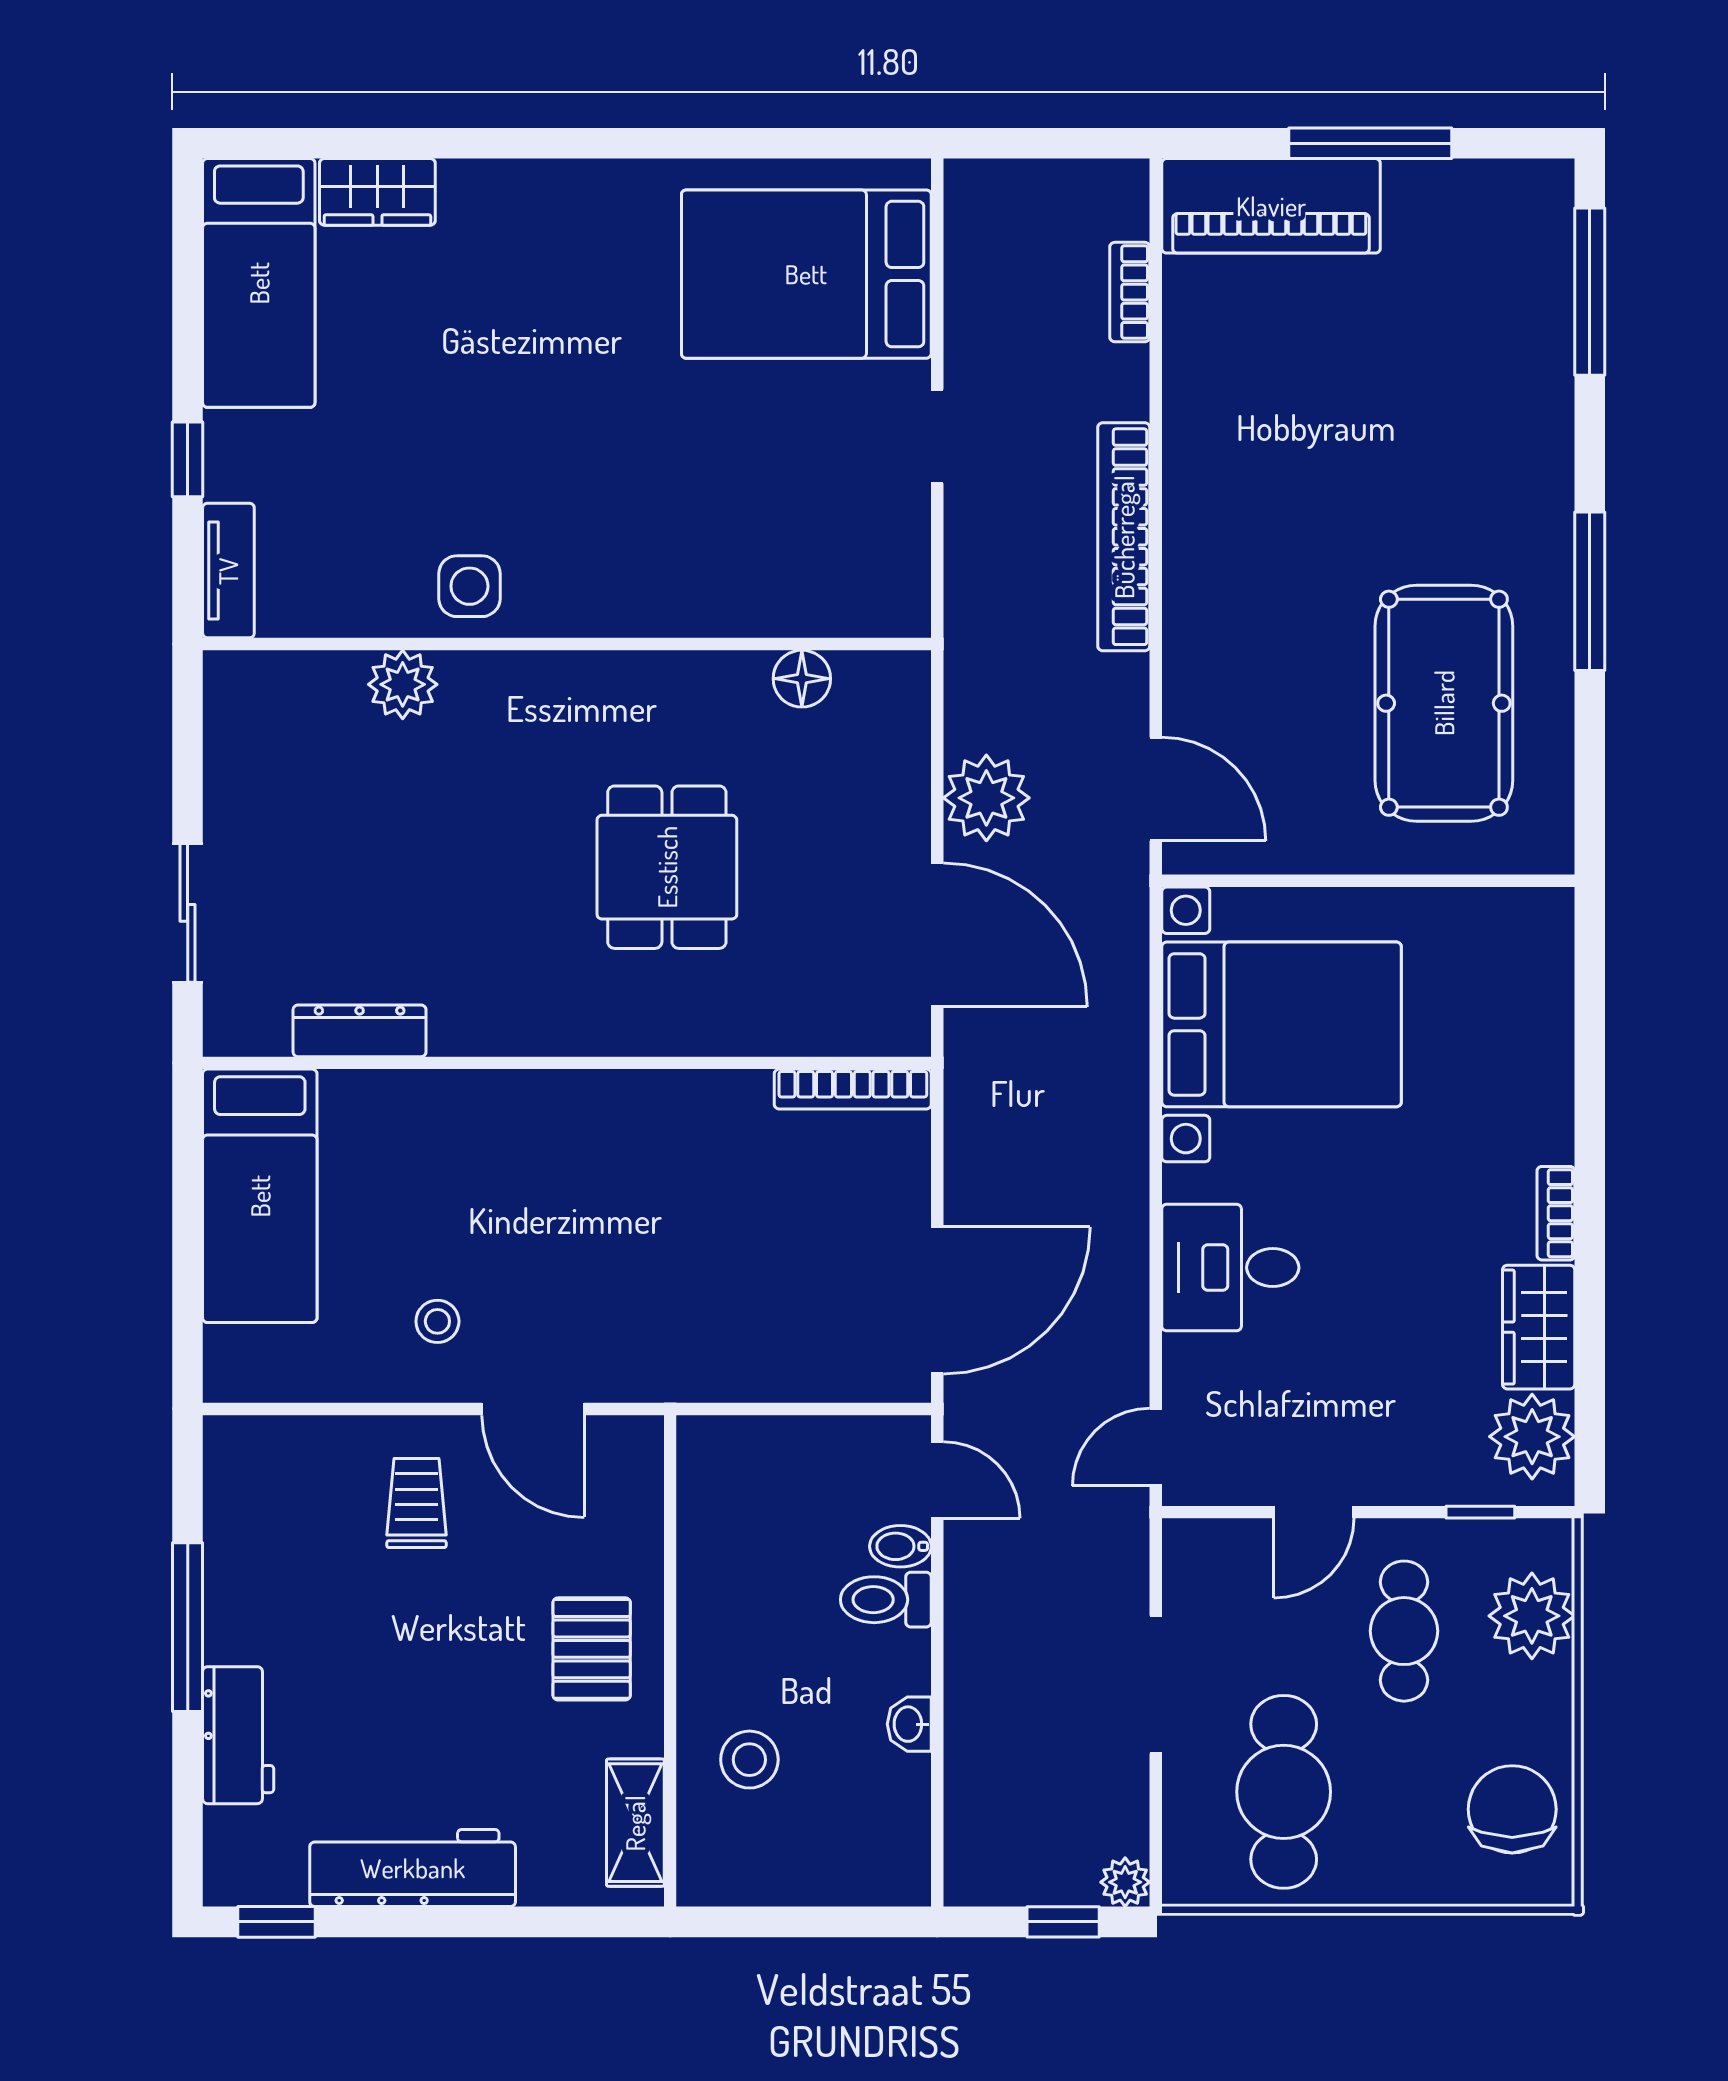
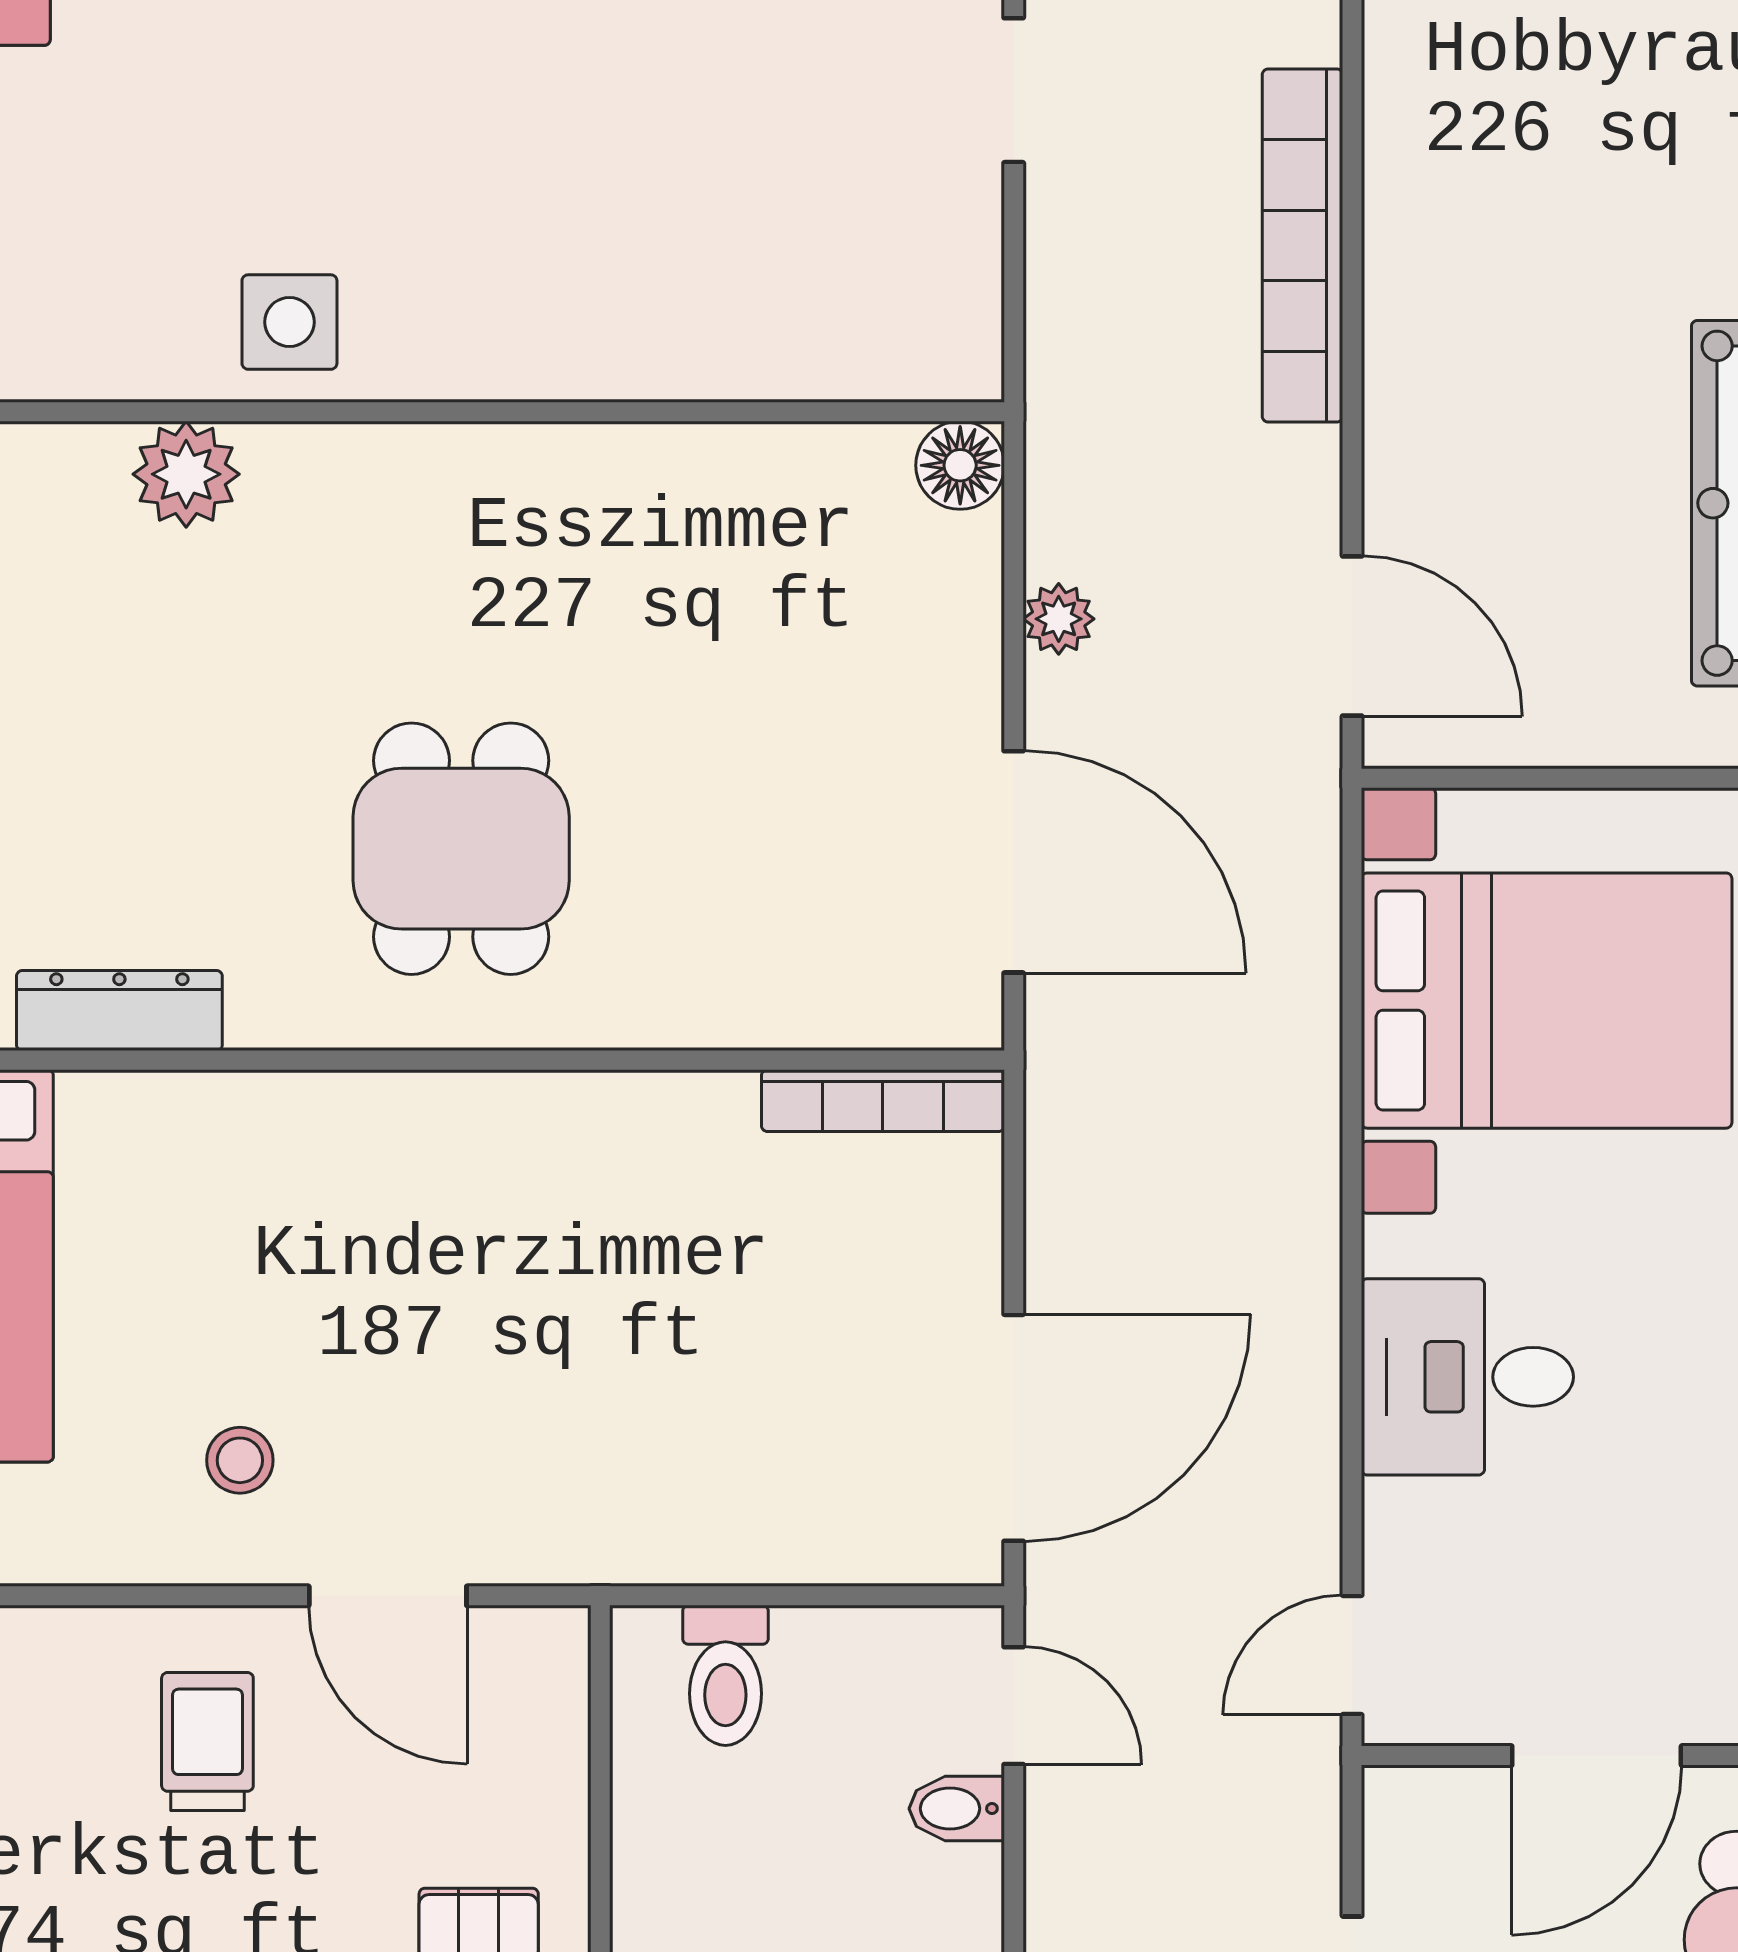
floor lamp: (802, 679) -> (960, 465), moved
plant: (986, 798) -> (1059, 619), width x0.53, depth x0.53
dining table: (667, 867) -> (461, 849), moved
door: (1314, 1512) -> (1597, 1756), width x1.38
toilet: (886, 1600) -> (725, 1675), moved, turned -90

